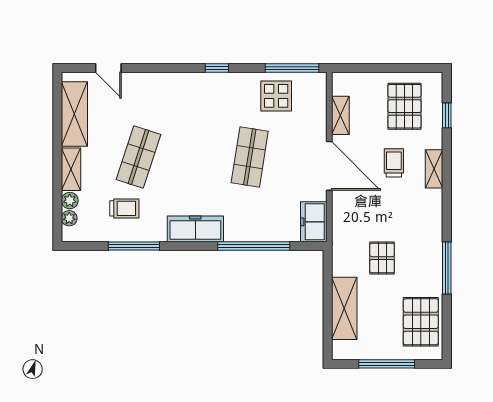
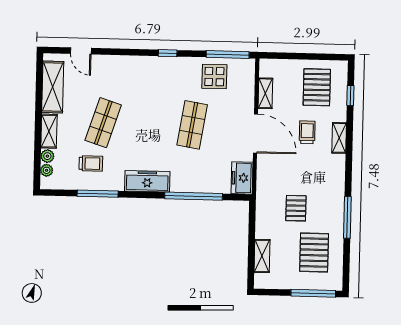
shelving: (344, 308) -> (262, 256), width x0.67, depth x0.75
pallet: (421, 322) -> (314, 253), moved
window: (387, 364) -> (313, 293), moved

